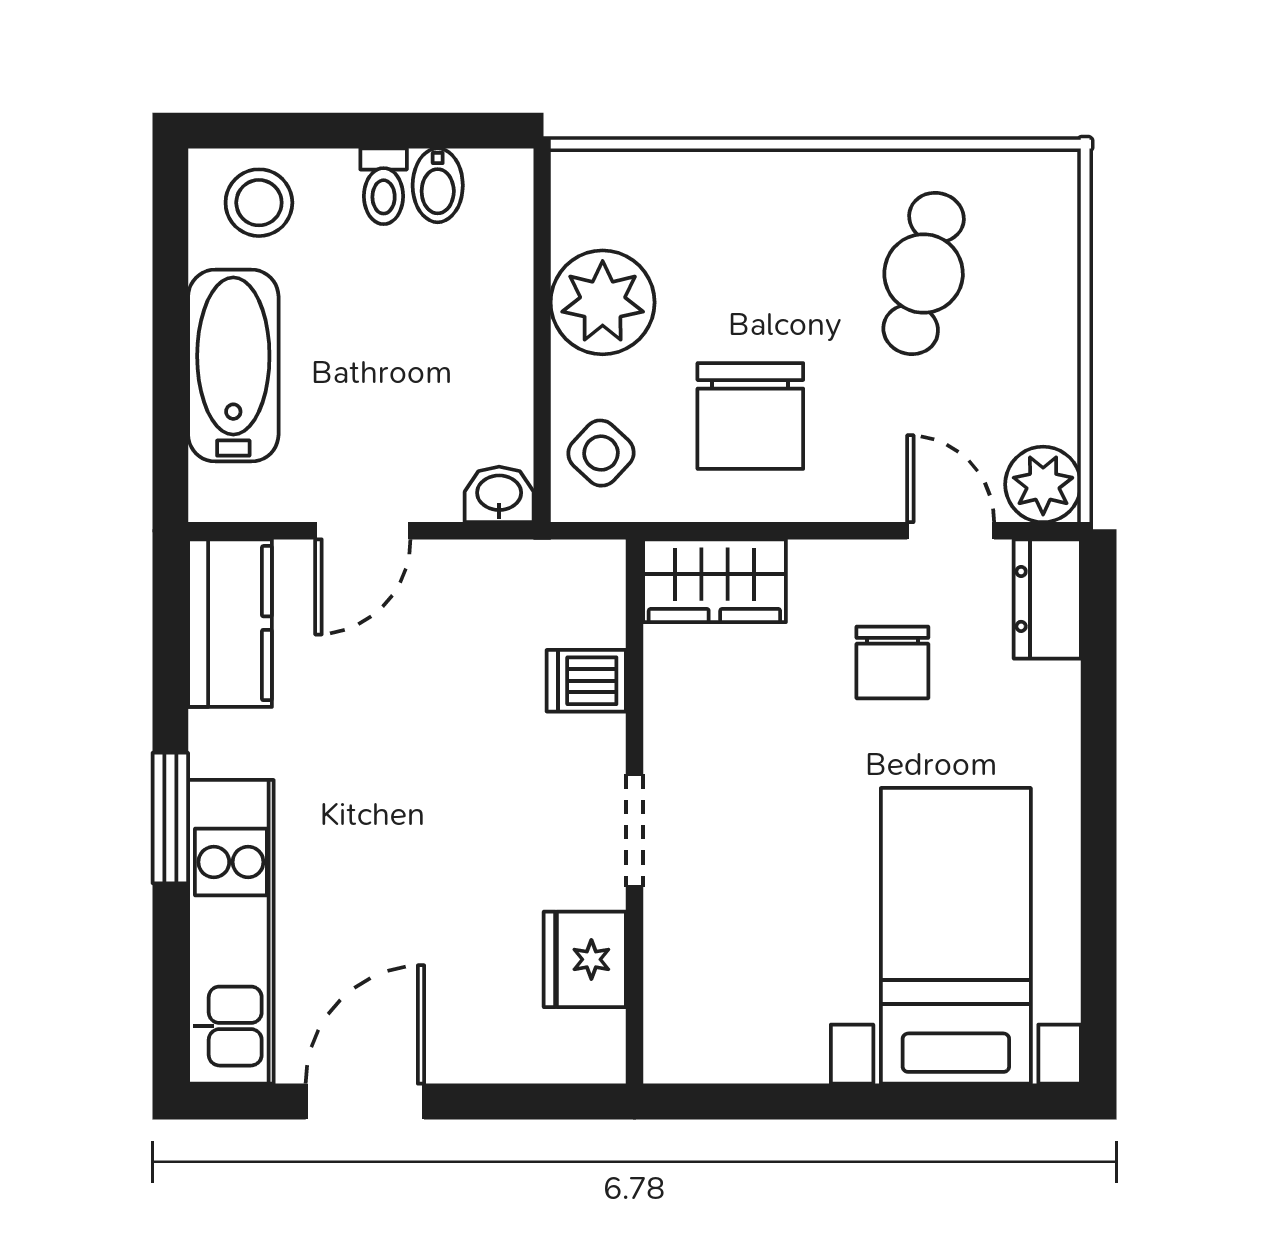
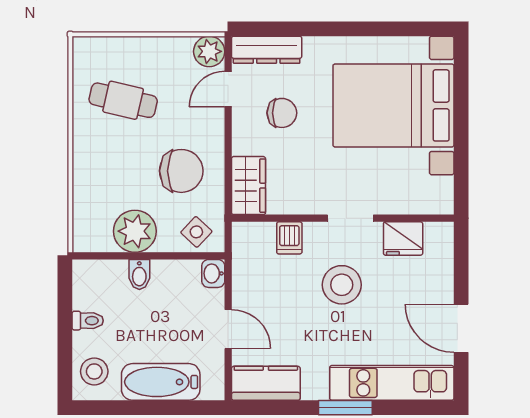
bidet: (438, 185) -> (139, 274), moved, turned 90
dresser: (1047, 599) -> (267, 50), width x1.44
stool: (471, 809) -> (342, 285), added
bed with nightstands: (956, 936) -> (393, 105), width x1.36

